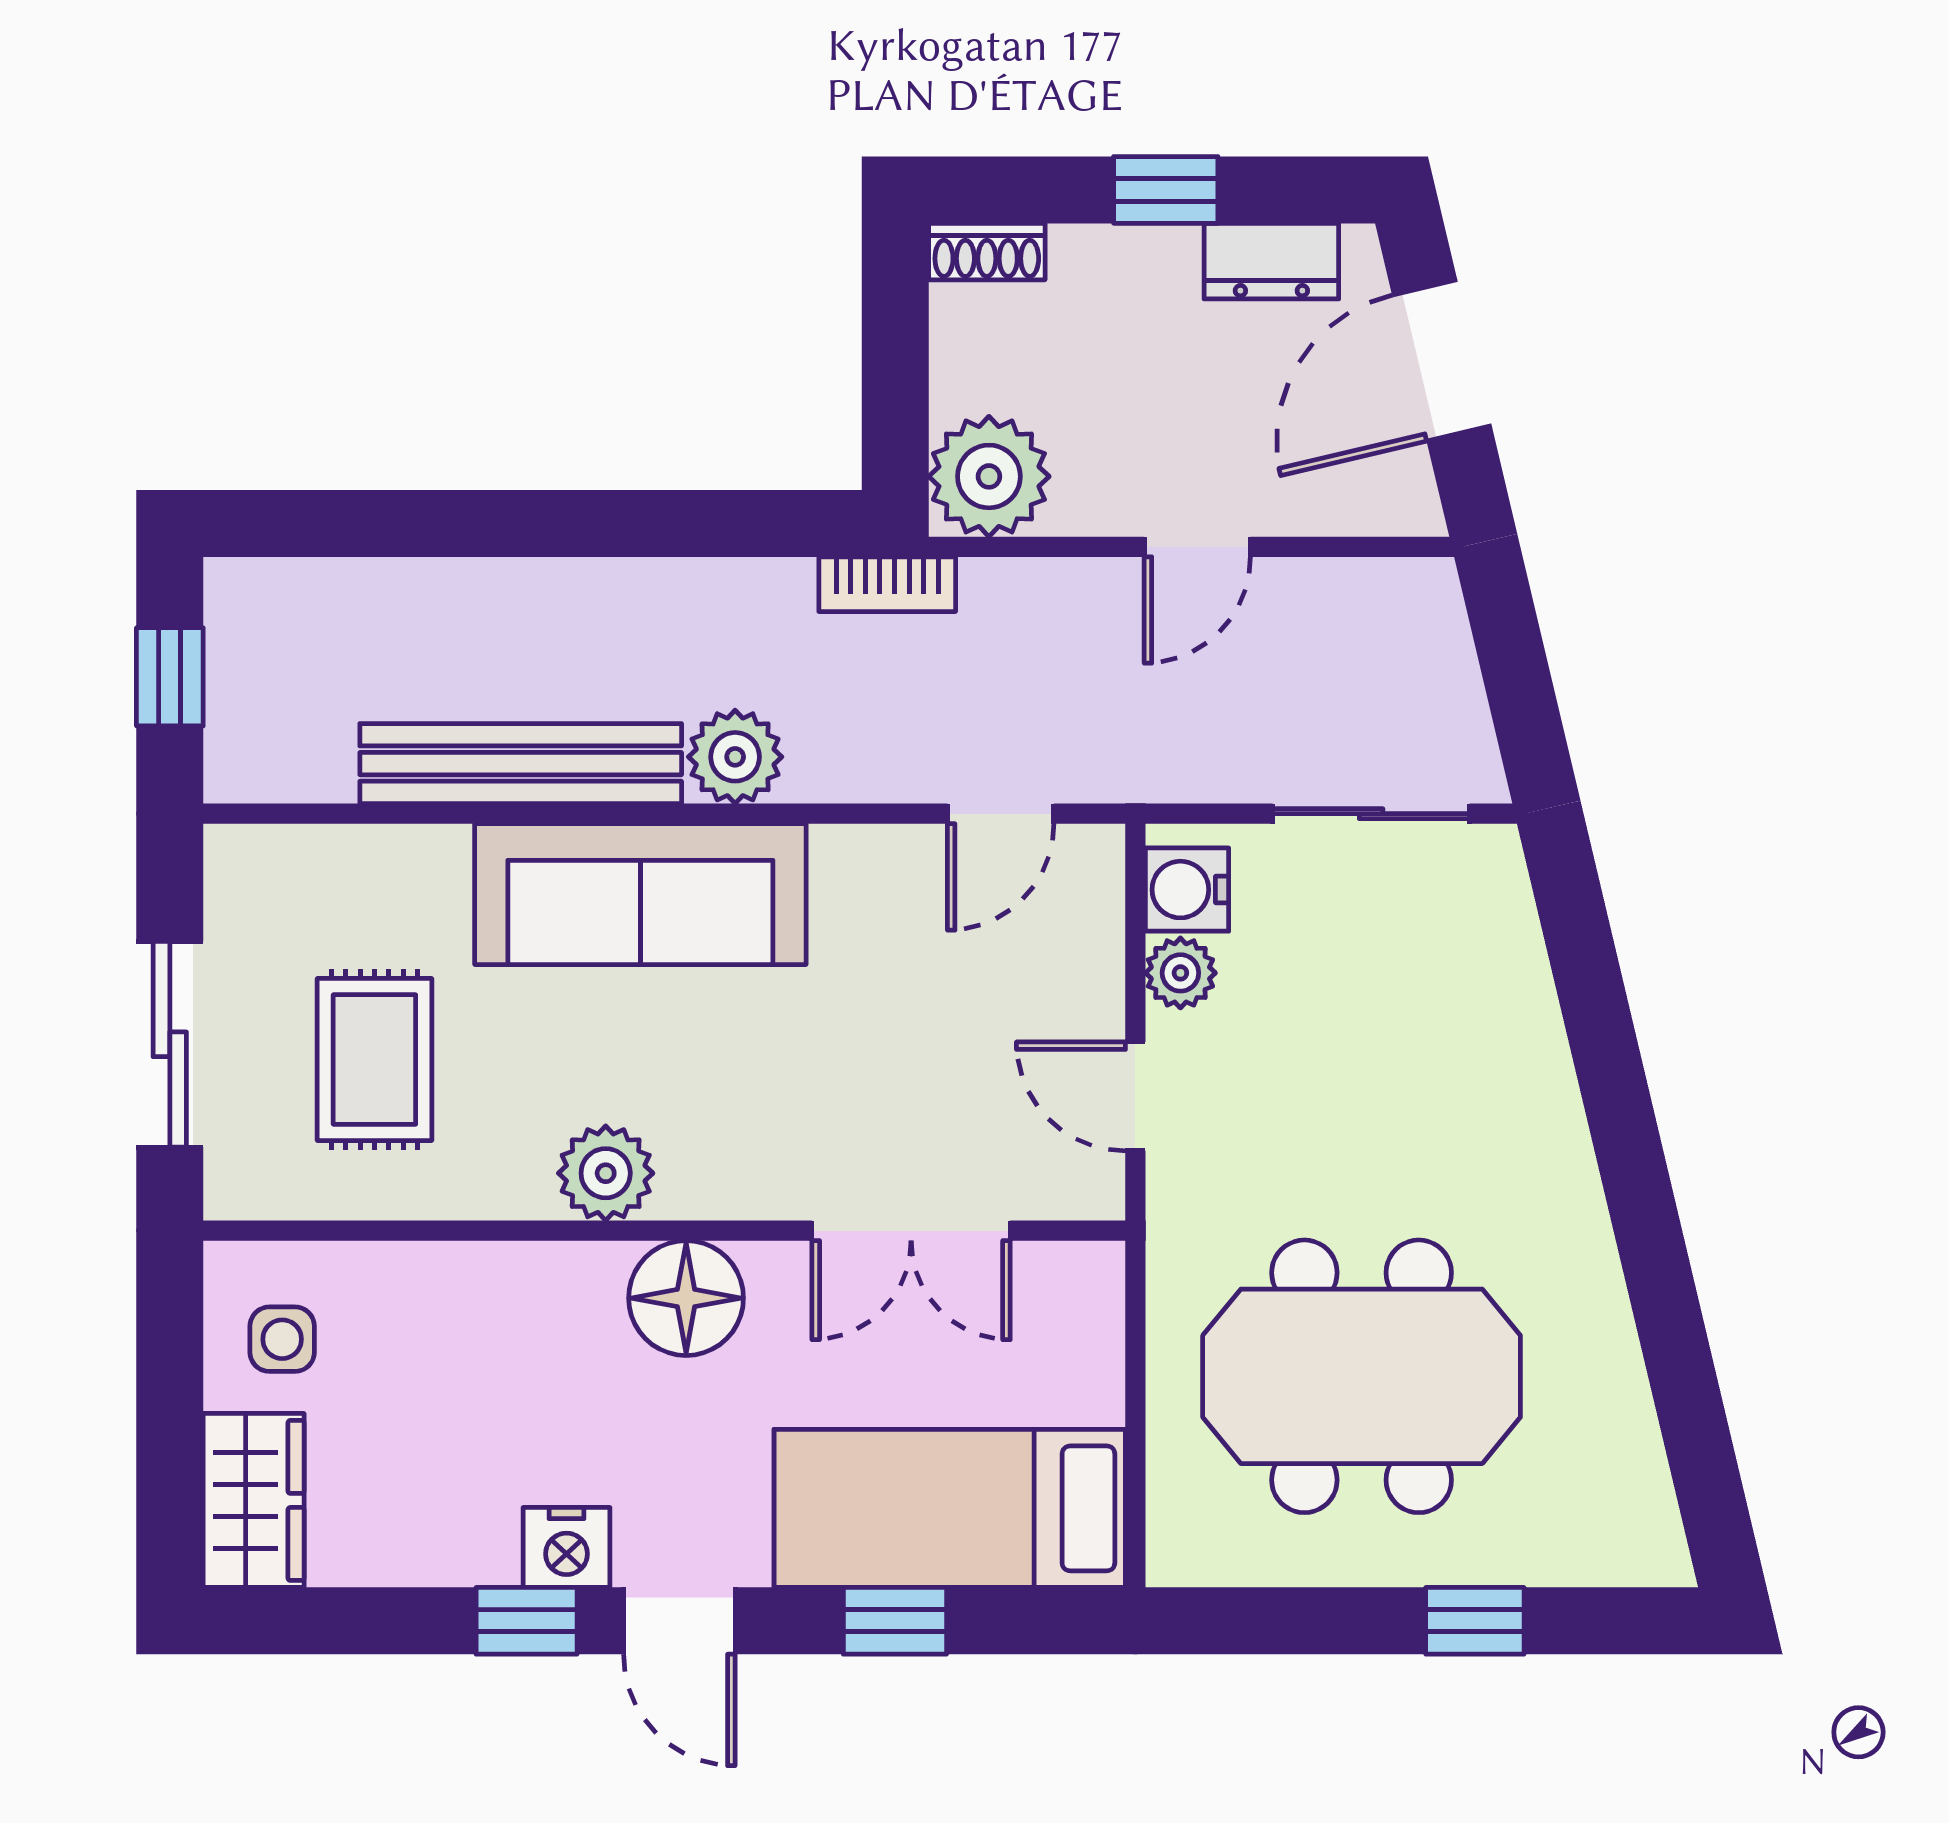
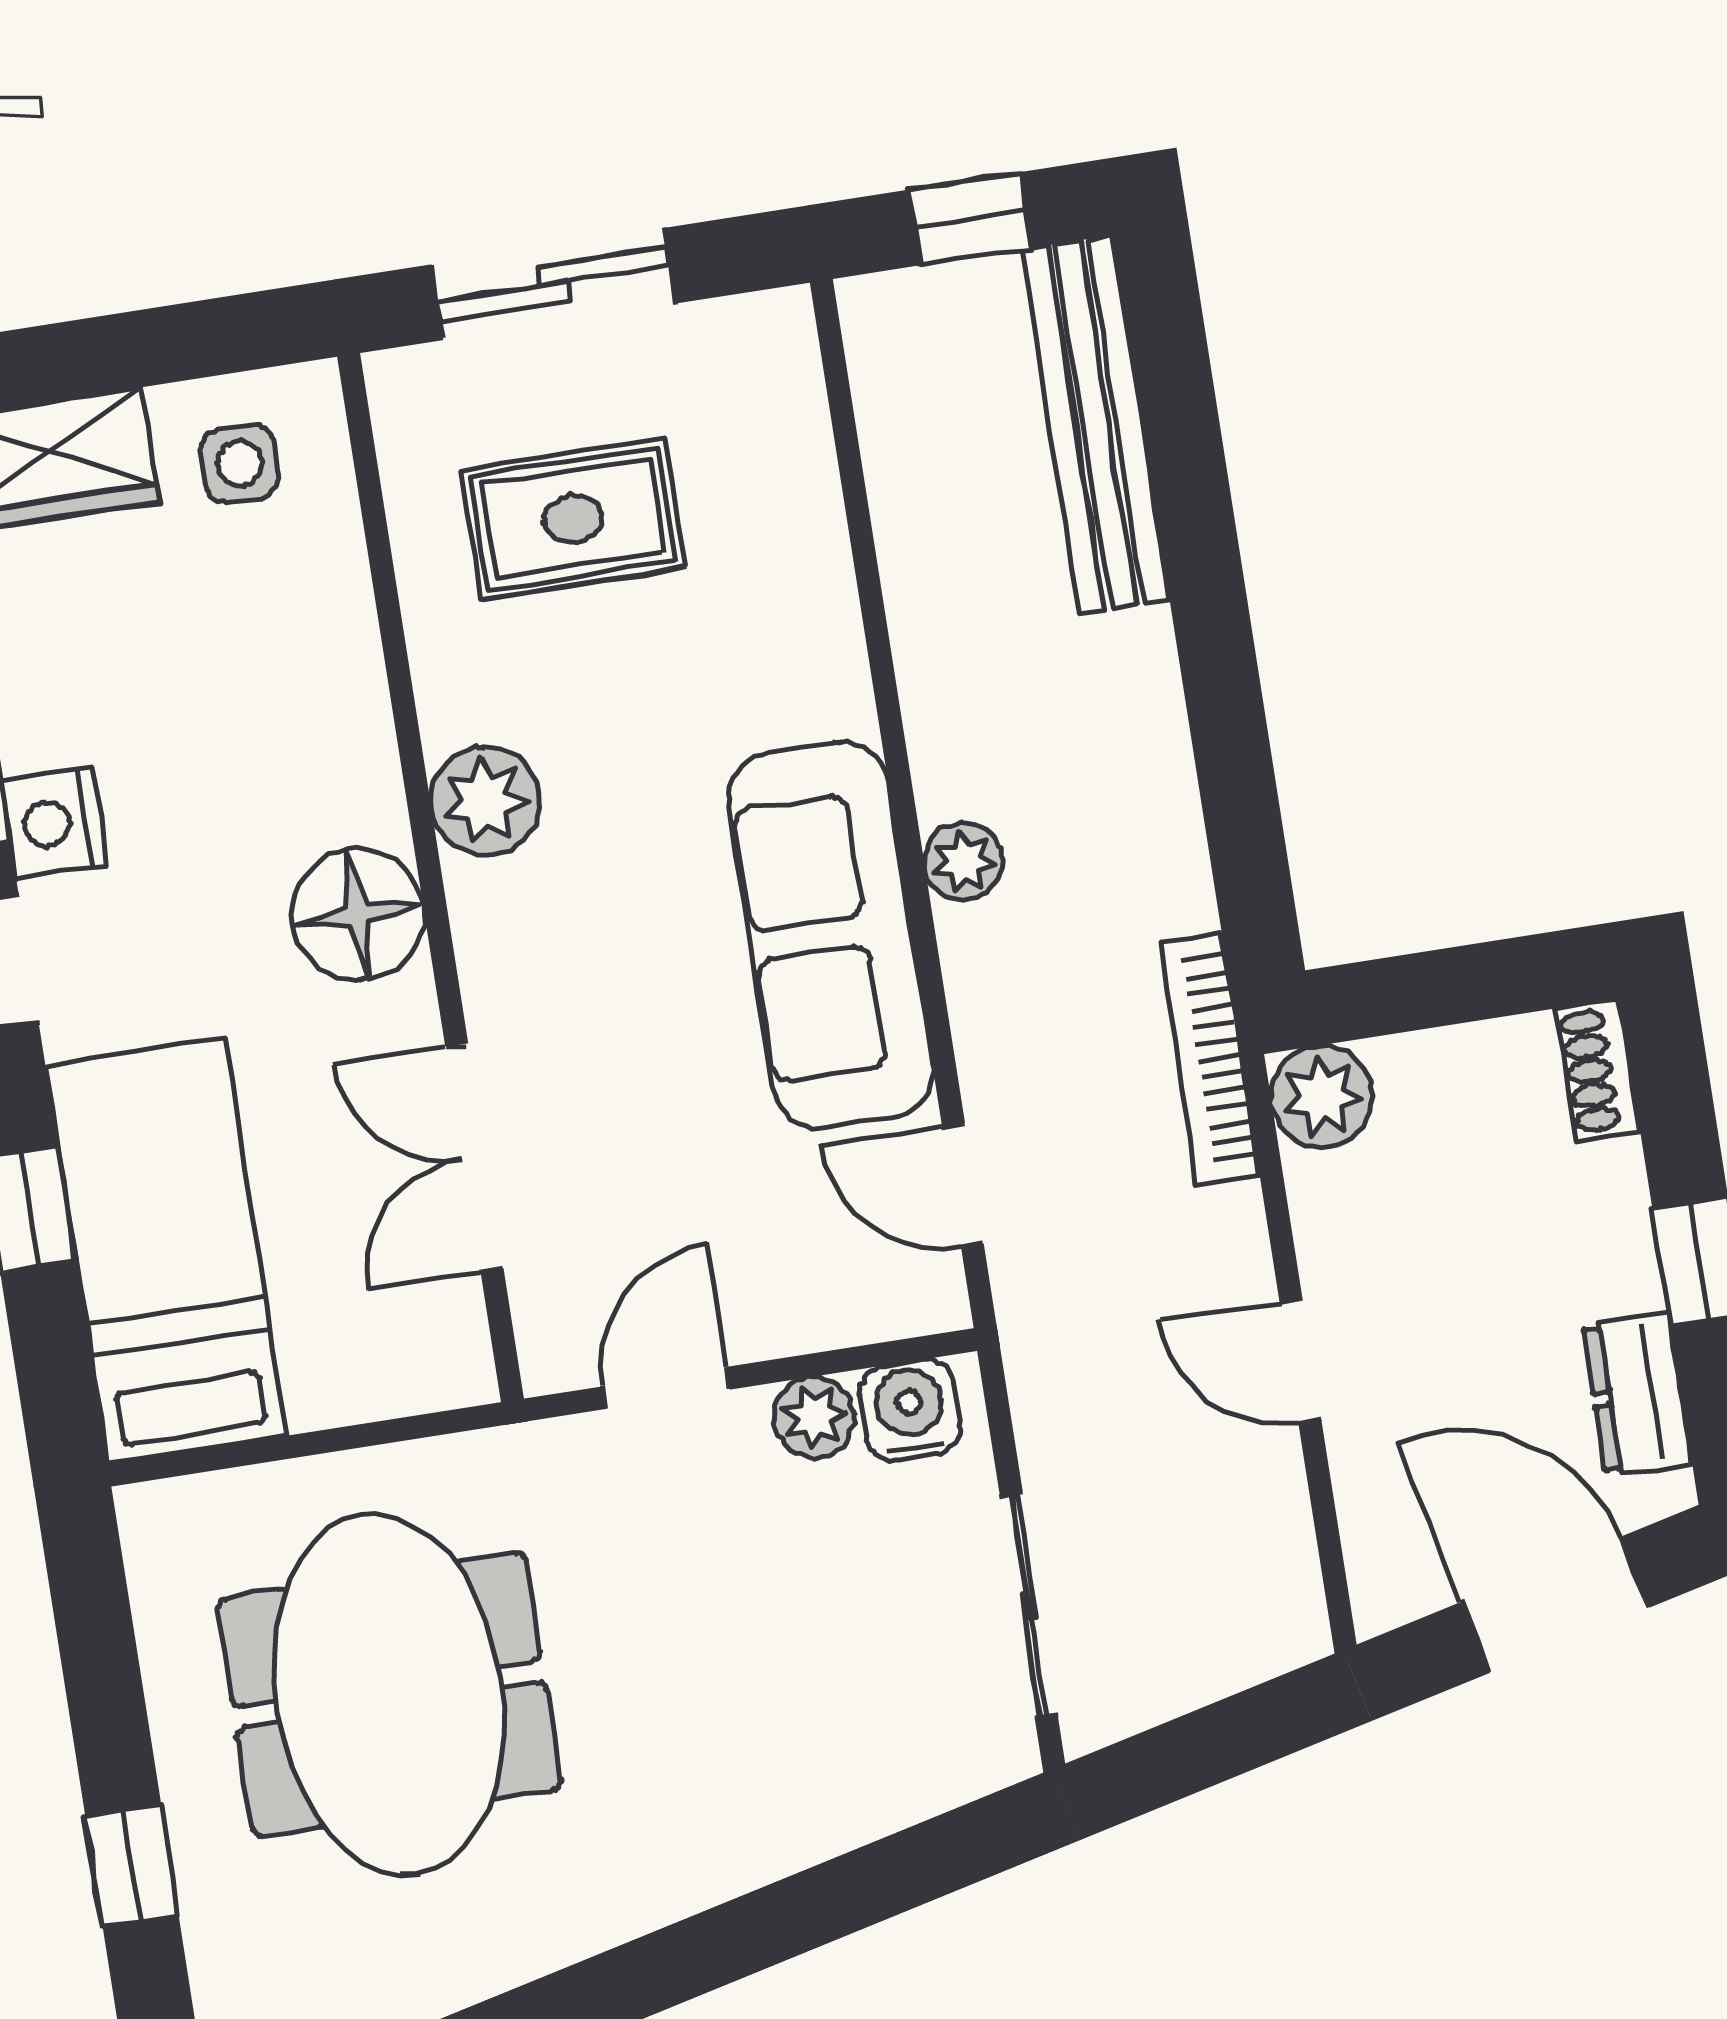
plant: (989, 476) -> (1322, 1096), width x0.73, depth x0.73
bookcase: (887, 584) -> (1210, 1059), width x1.56
plant: (735, 757) -> (963, 862), width x0.73, depth x0.73
bench: (521, 764) -> (1096, 425), moved
sofa: (640, 894) -> (830, 936), moved

